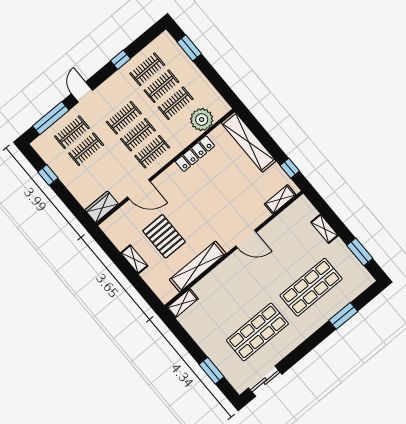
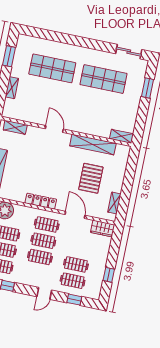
window: (51, 118) -> (74, 300), width x0.46
locker: (195, 154) -> (41, 201), moved
shelving: (134, 259) -> (114, 203), moved
window: (343, 316) -> (54, 36), removed

